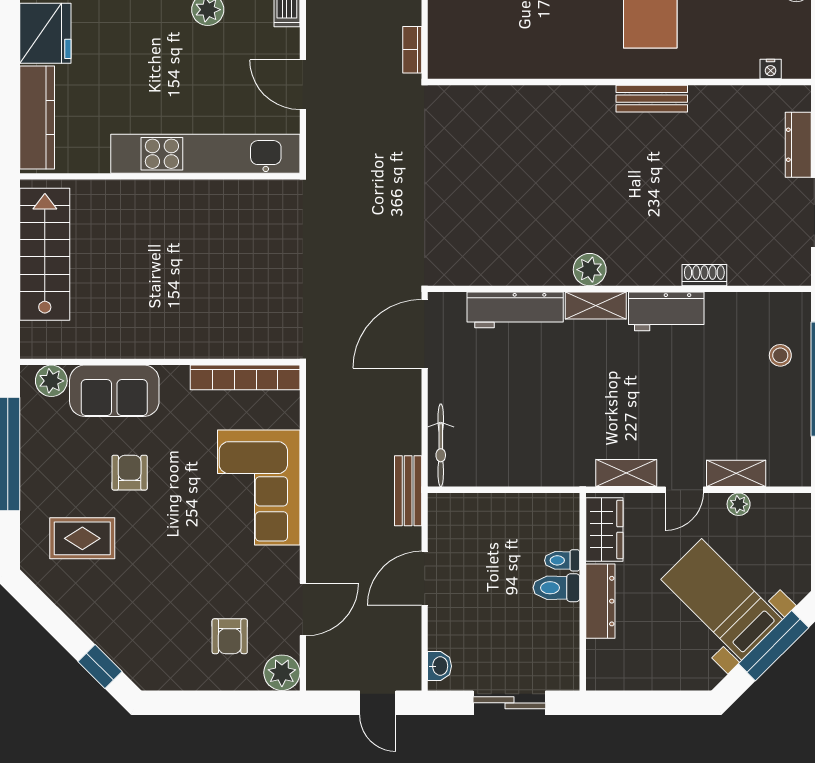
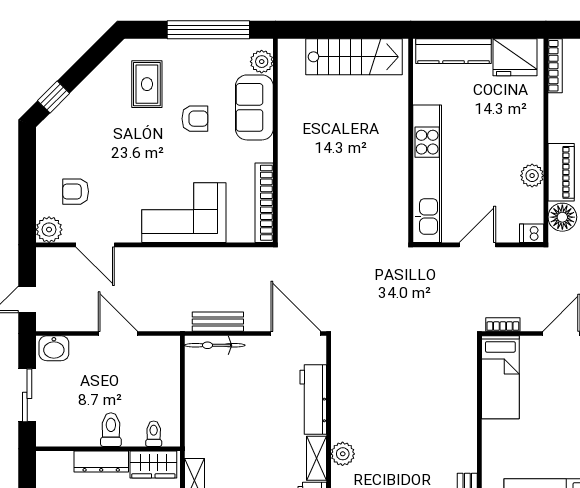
bed: (485, 53) -> (500, 377), added
bench: (408, 491) -> (218, 322), moved
toilet: (562, 560) -> (154, 434), moved
washbasin: (439, 666) -> (54, 348), width x1.38, depth x1.45

